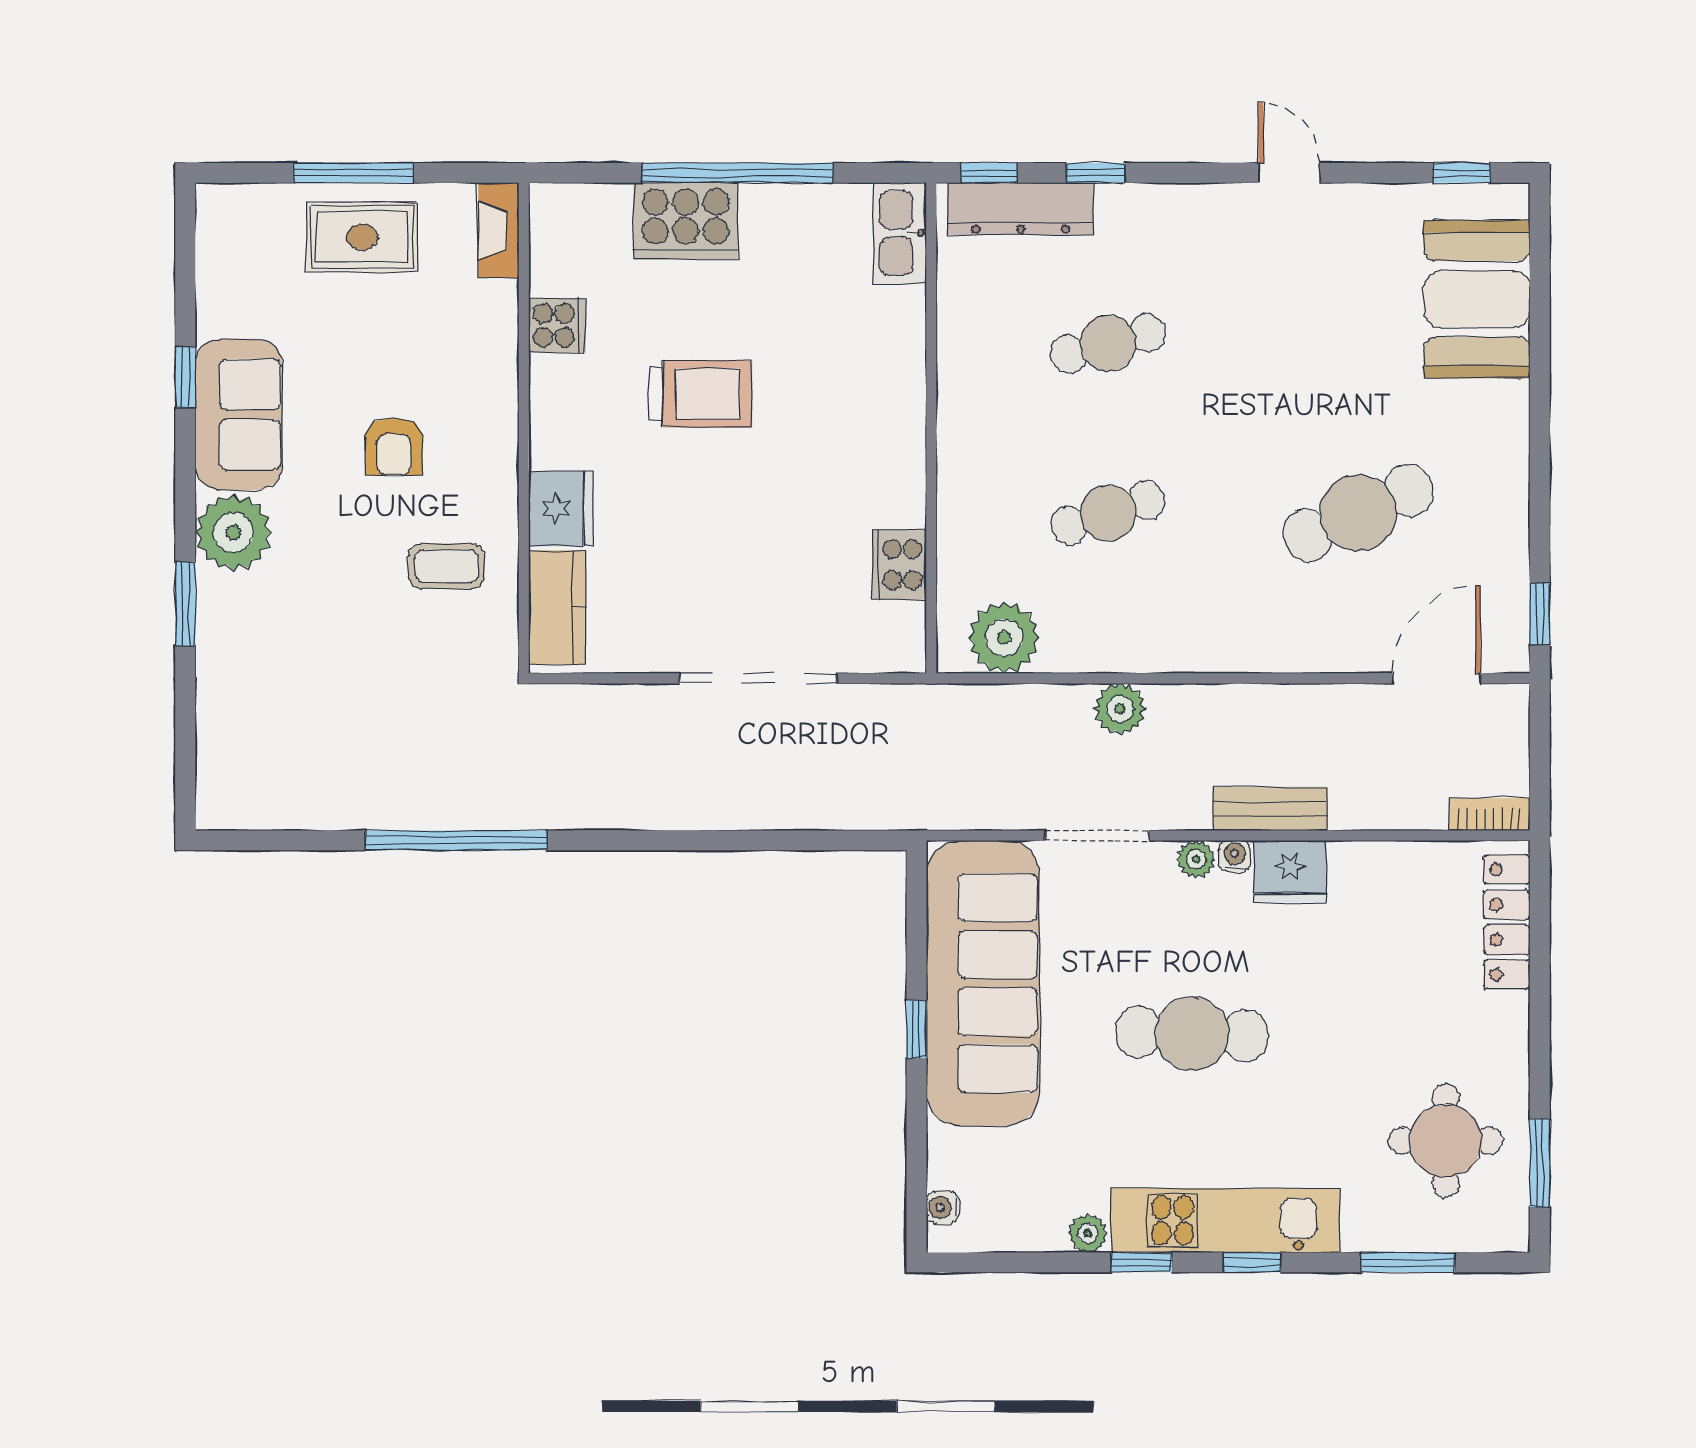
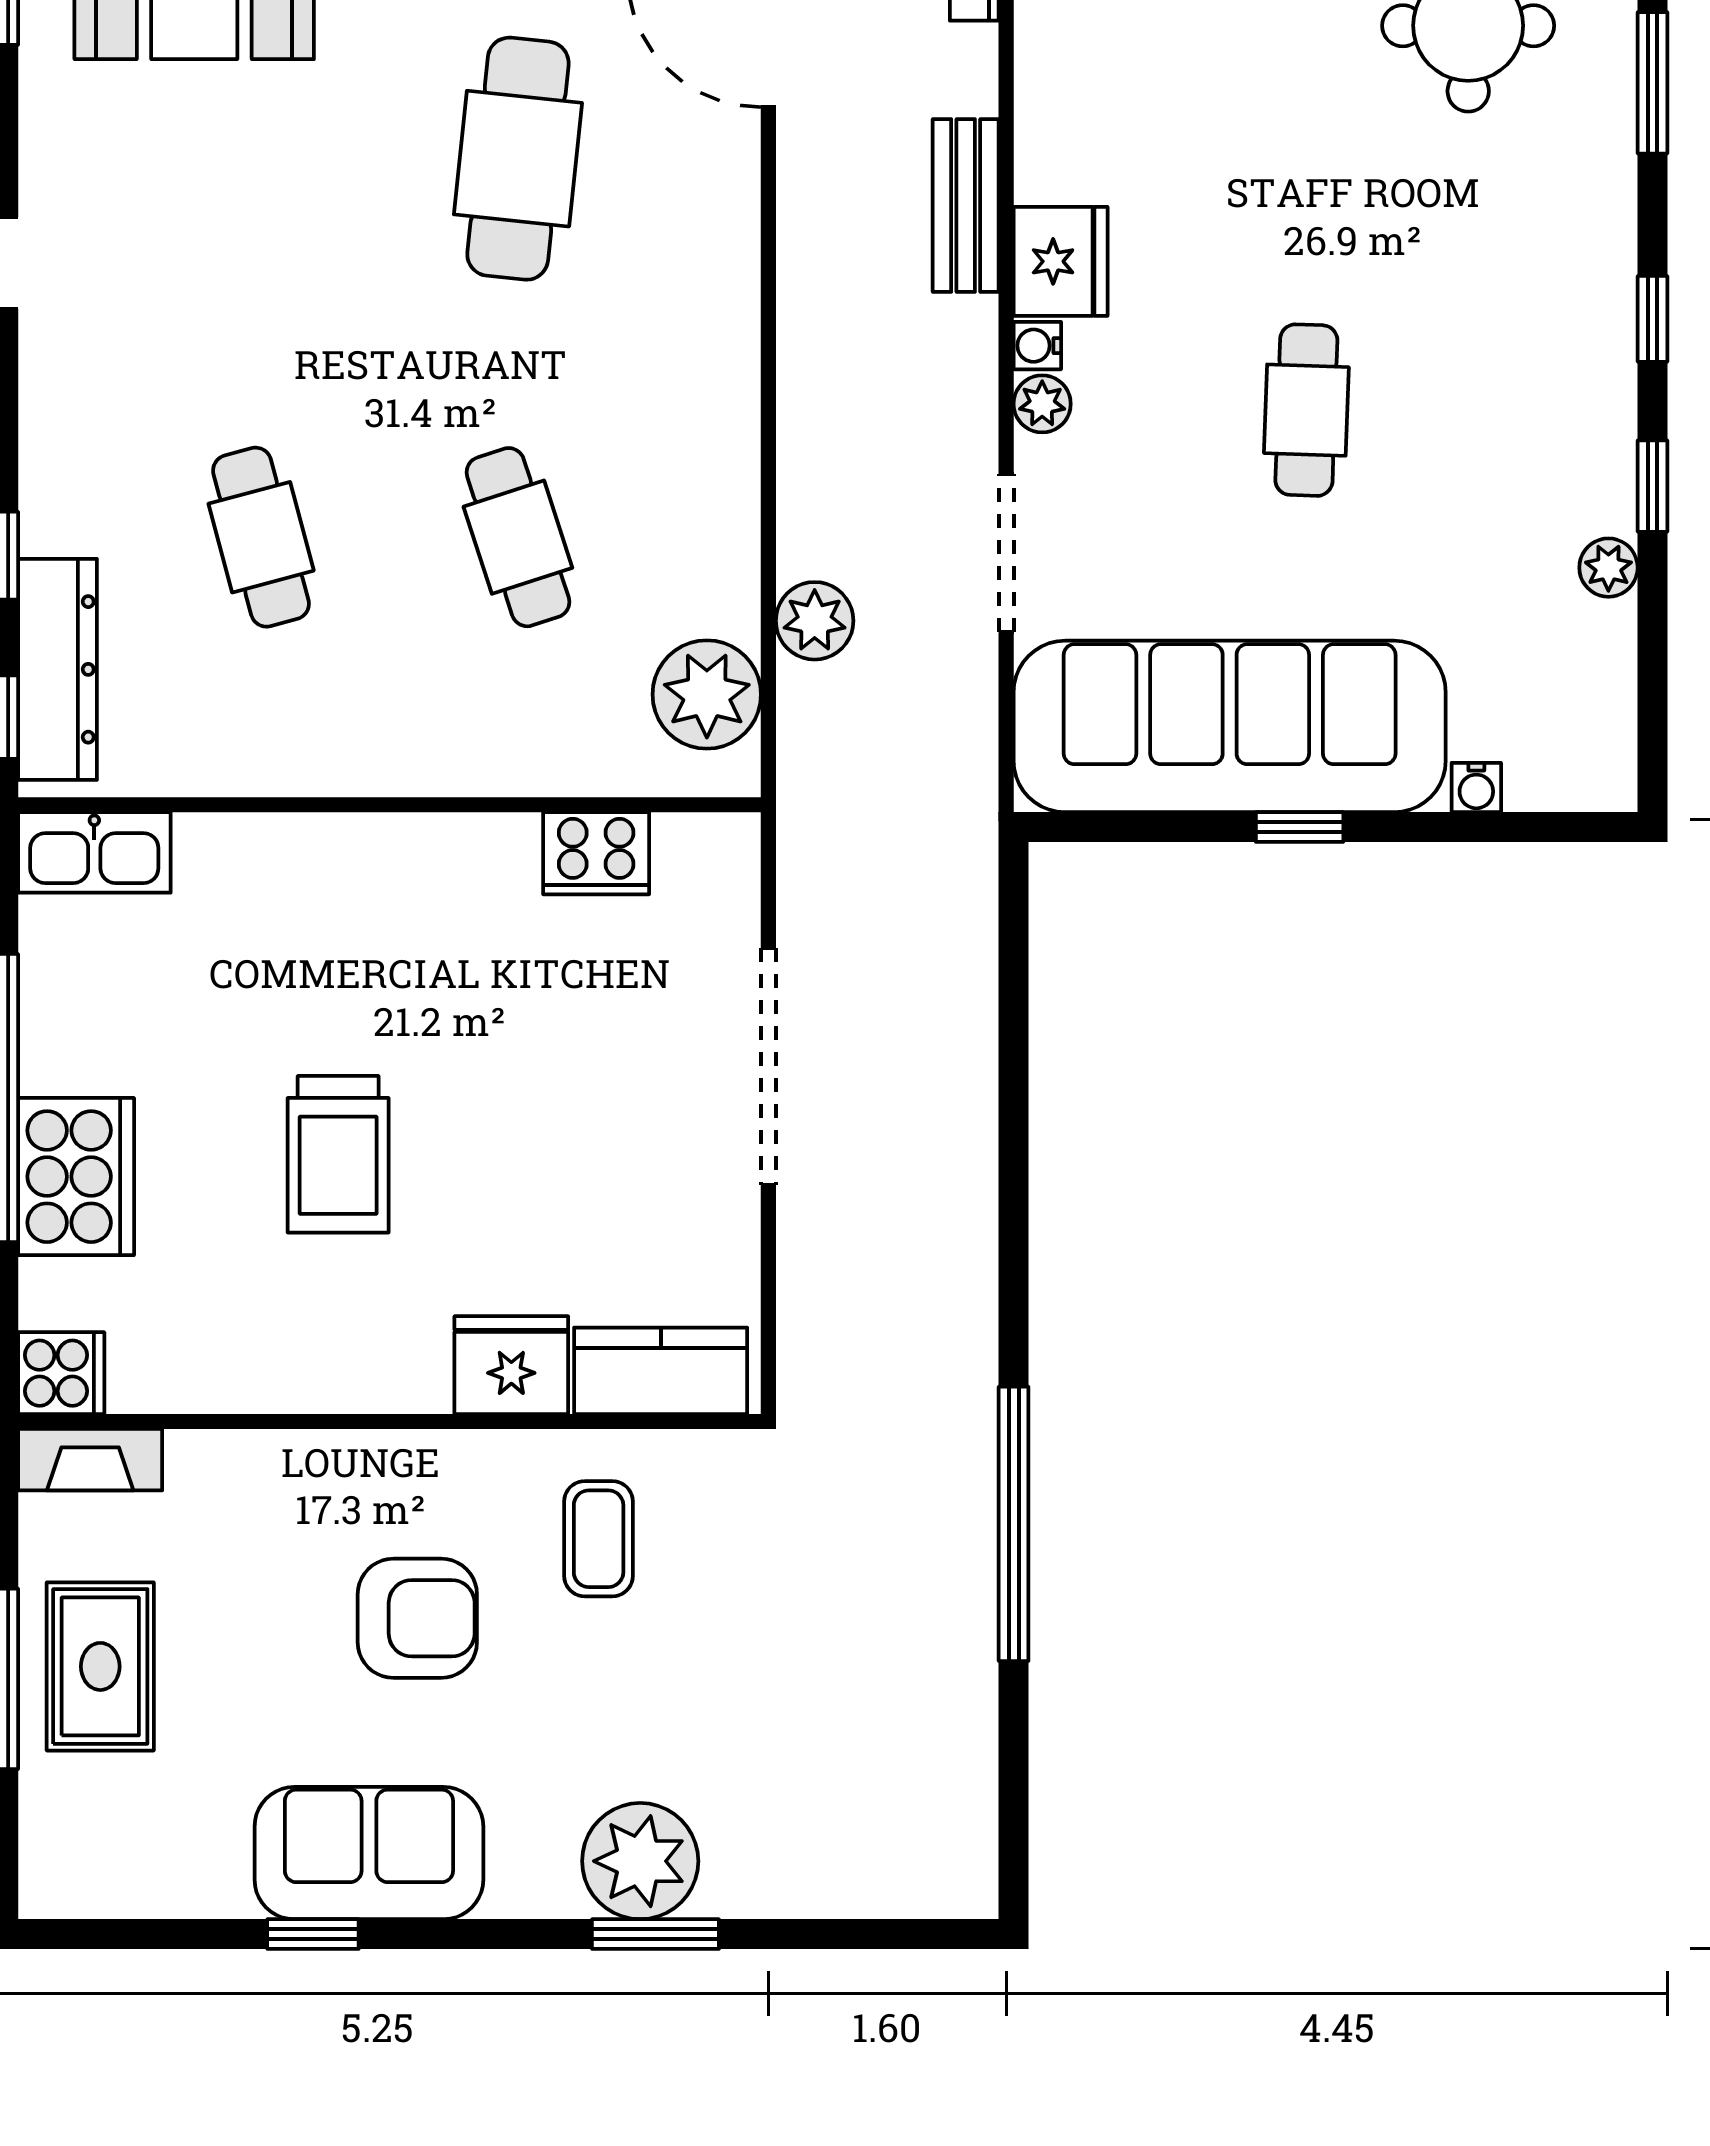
cooker: (557, 325) -> (61, 1373), moved, turned 90
trolley: (700, 394) -> (338, 1154), turned 180
armchair: (394, 446) -> (417, 1618), width x1.38, depth x1.38
cafe table: (1358, 513) -> (518, 159), turned 30
plant: (233, 532) -> (640, 1861), moved
plant: (1120, 709) -> (815, 621), moved
bench: (1270, 809) -> (966, 206), moved
cafe table: (1192, 1034) -> (1306, 410), width x0.73, depth x0.74
water cooler: (943, 1207) -> (1476, 787), moved
kitchen unit: (1225, 1220) -> (1589, 359), removed

